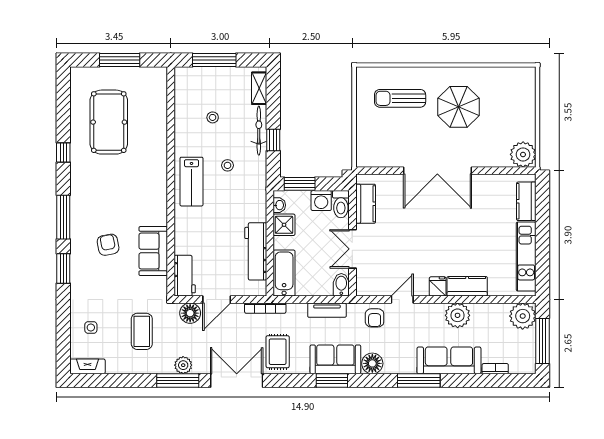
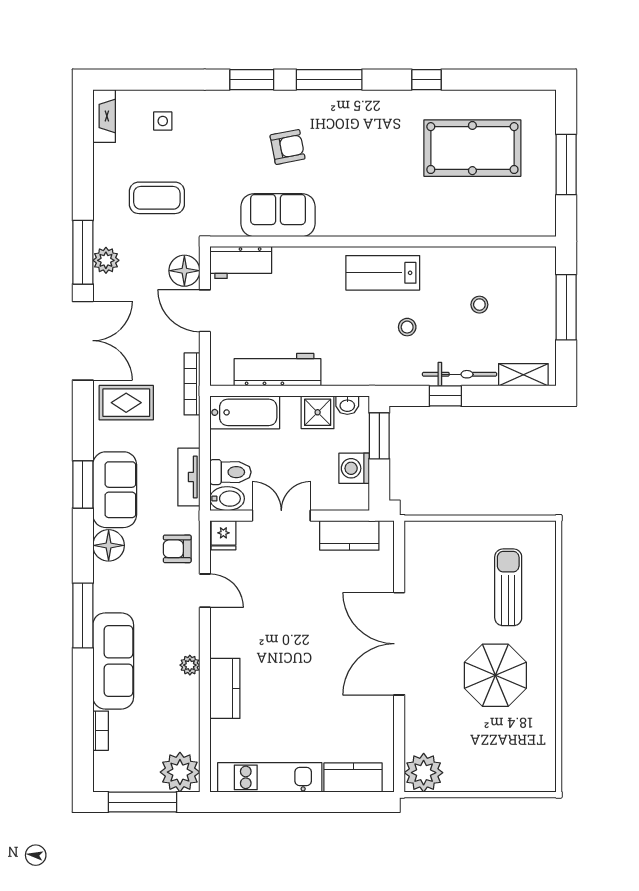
toilet: (341, 204) -> (230, 472), moved, turned 180
fridge: (438, 286) -> (223, 535), moved, turned 90
plant: (458, 315) -> (190, 665), width x0.53, depth x0.53

